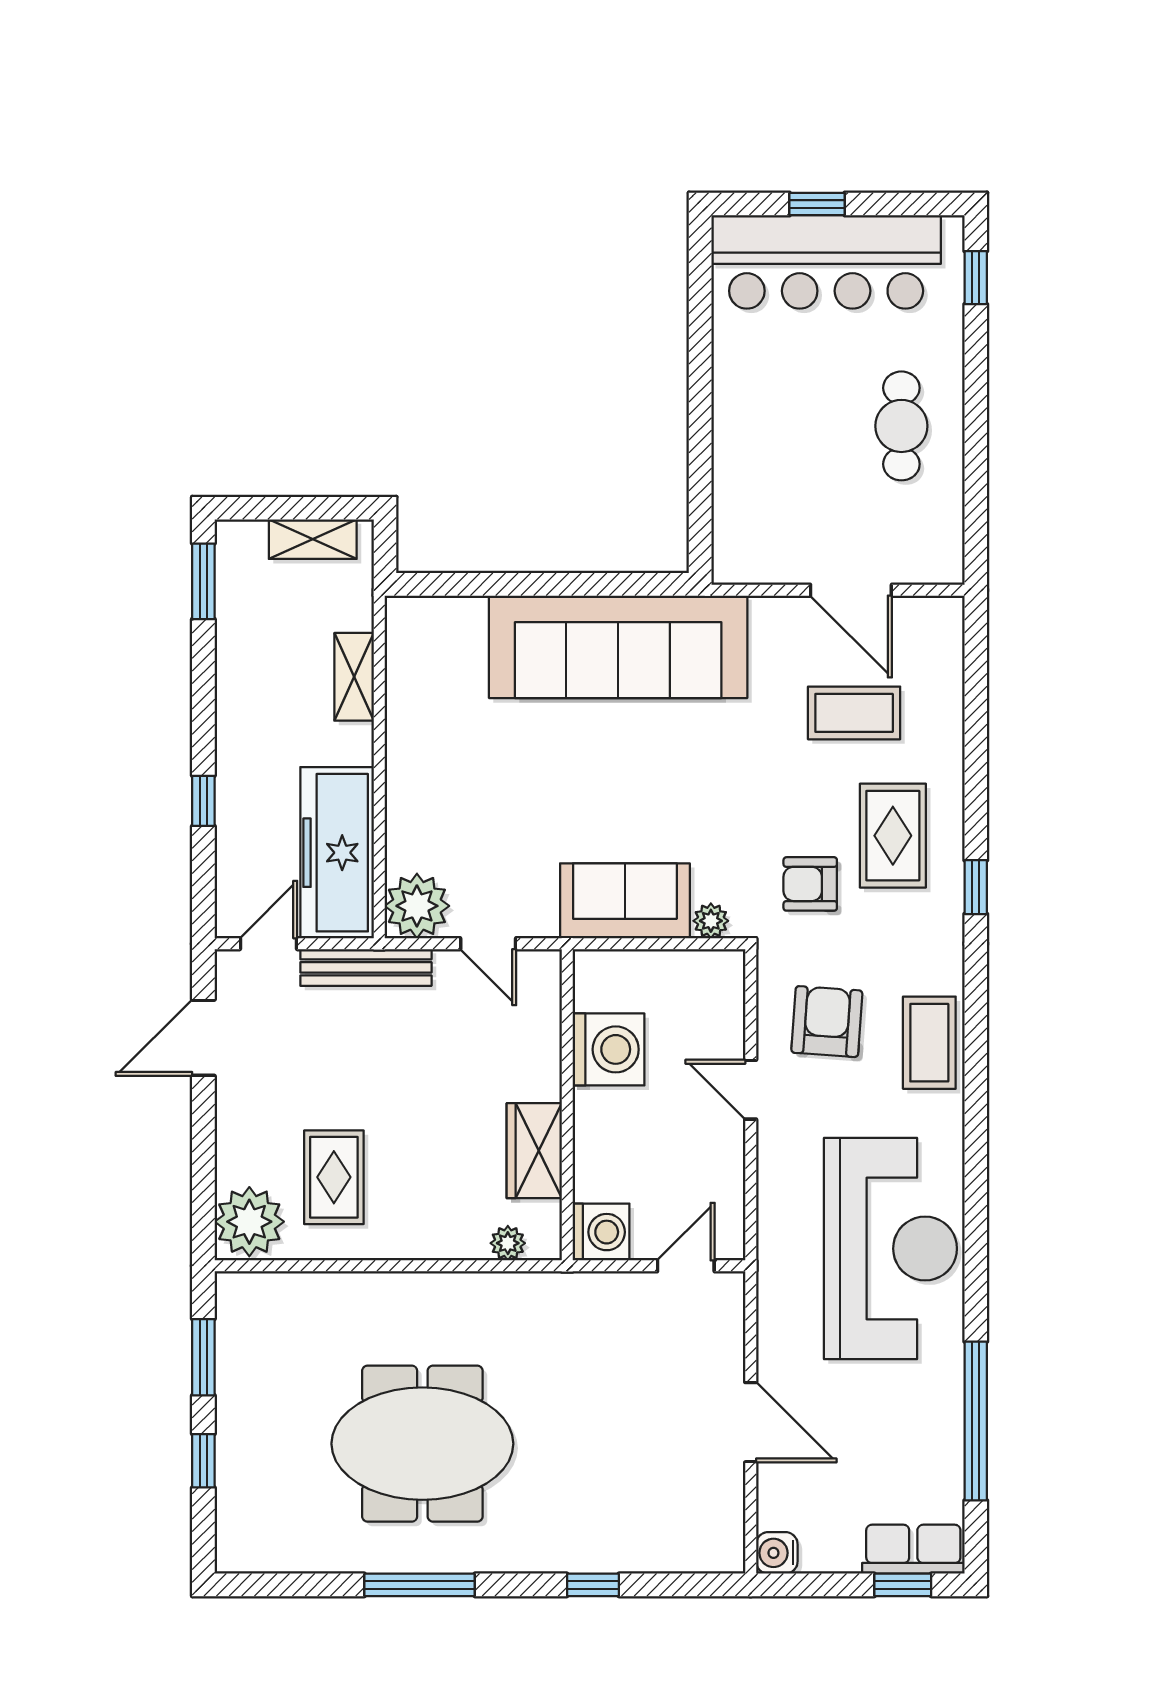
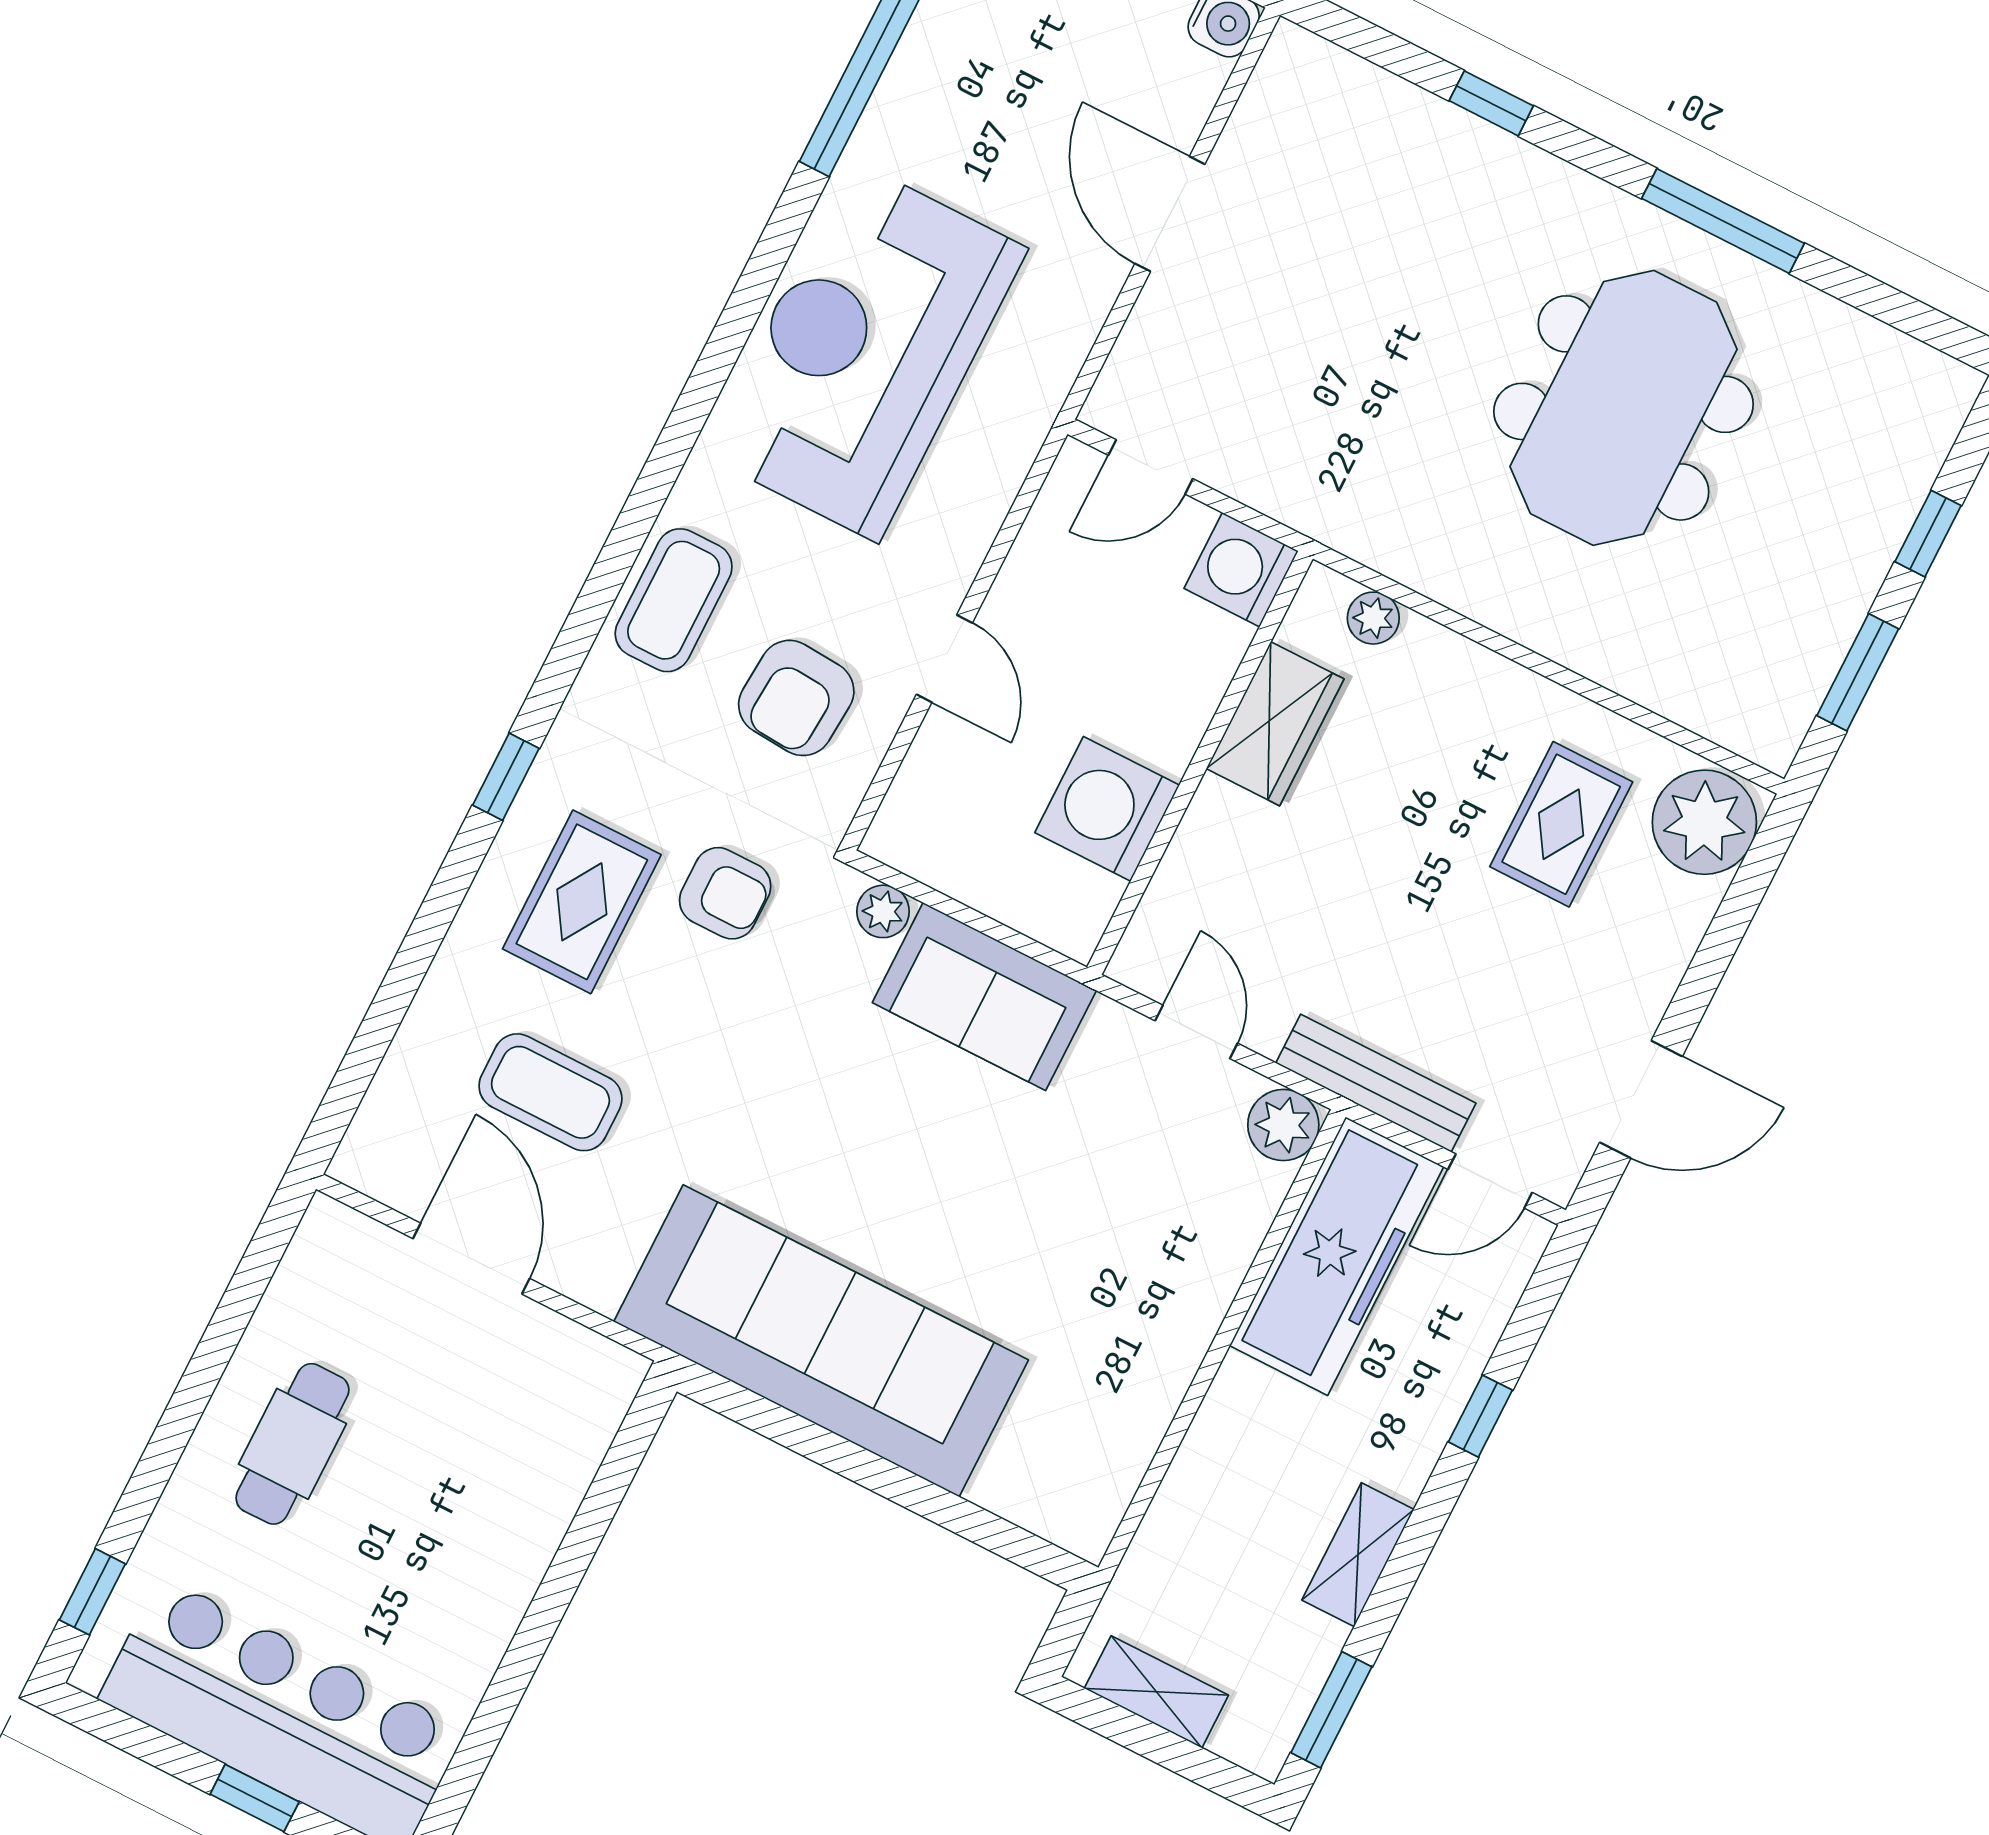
shelving: (354, 677) -> (1358, 1555), moved
plant: (417, 906) -> (1283, 1125), width x0.73, depth x0.73
meeting table: (422, 1444) -> (1624, 408), turned 90

